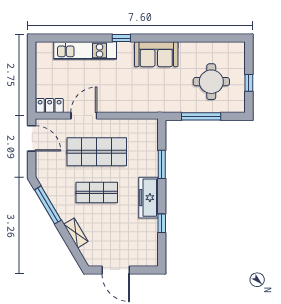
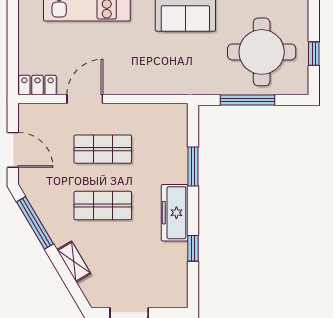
round table: (211, 82) -> (262, 52), width x1.36, depth x1.36
door: (32, 138) -> (13, 150), moved
shop shelf: (97, 152) -> (103, 149), width x0.70, depth x0.74

